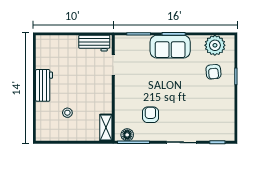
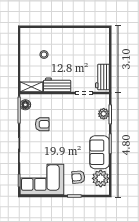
plant: (138, 42) -> (104, 114), added
sofa: (170, 47) -> (99, 152), moved
workbench: (44, 85) -> (57, 85), moved, turned 180
corner sofa: (216, 115) -> (42, 180), added

